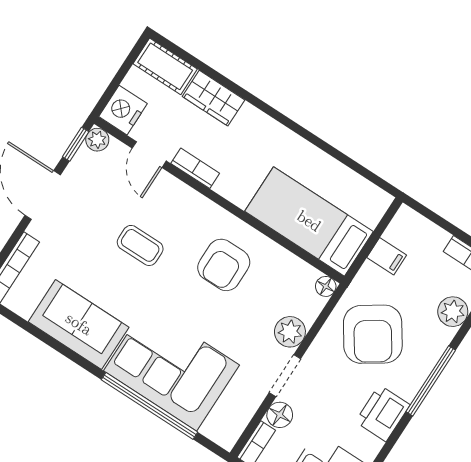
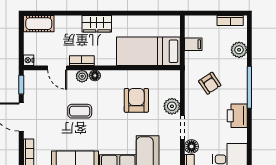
wardrobe: (214, 98) -> (97, 24), moved
nightstand: (123, 110) -> (29, 60), width x0.53, depth x0.56
plant: (97, 140) -> (82, 76), moved
armchair: (224, 265) -> (136, 100), moved, turned 180
floor lamp: (326, 286) -> (95, 75), moved
armchair: (373, 334) -> (210, 83), width x0.53, depth x0.53

